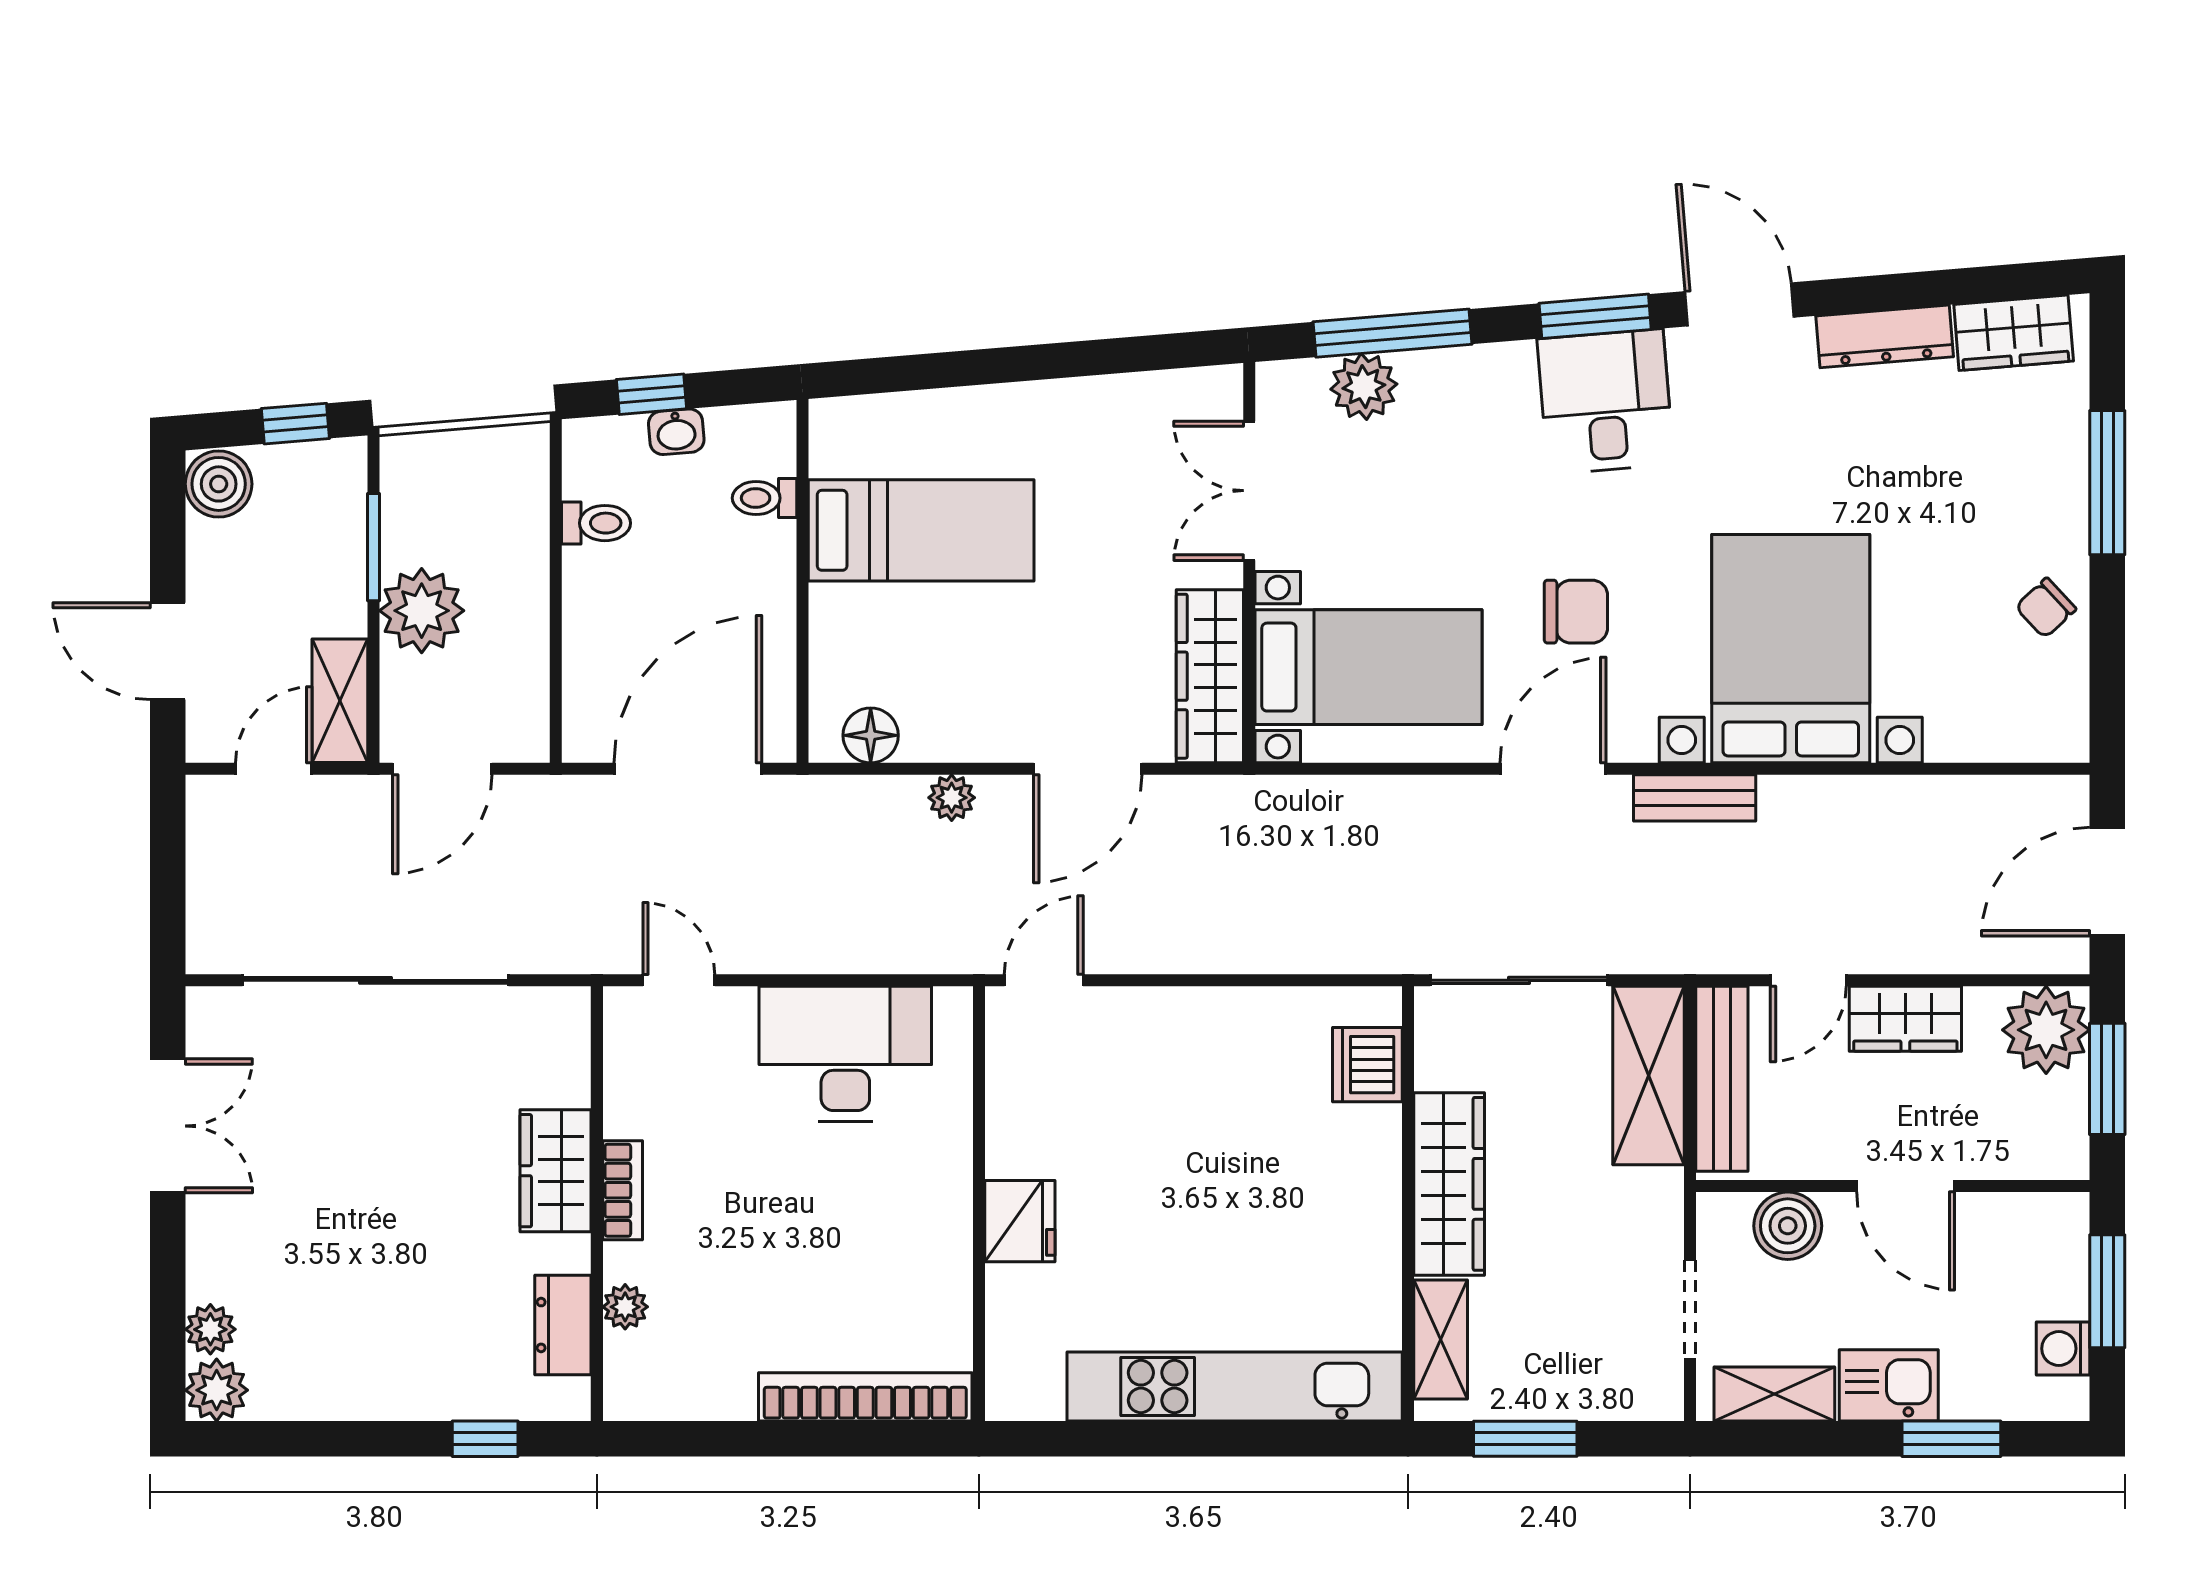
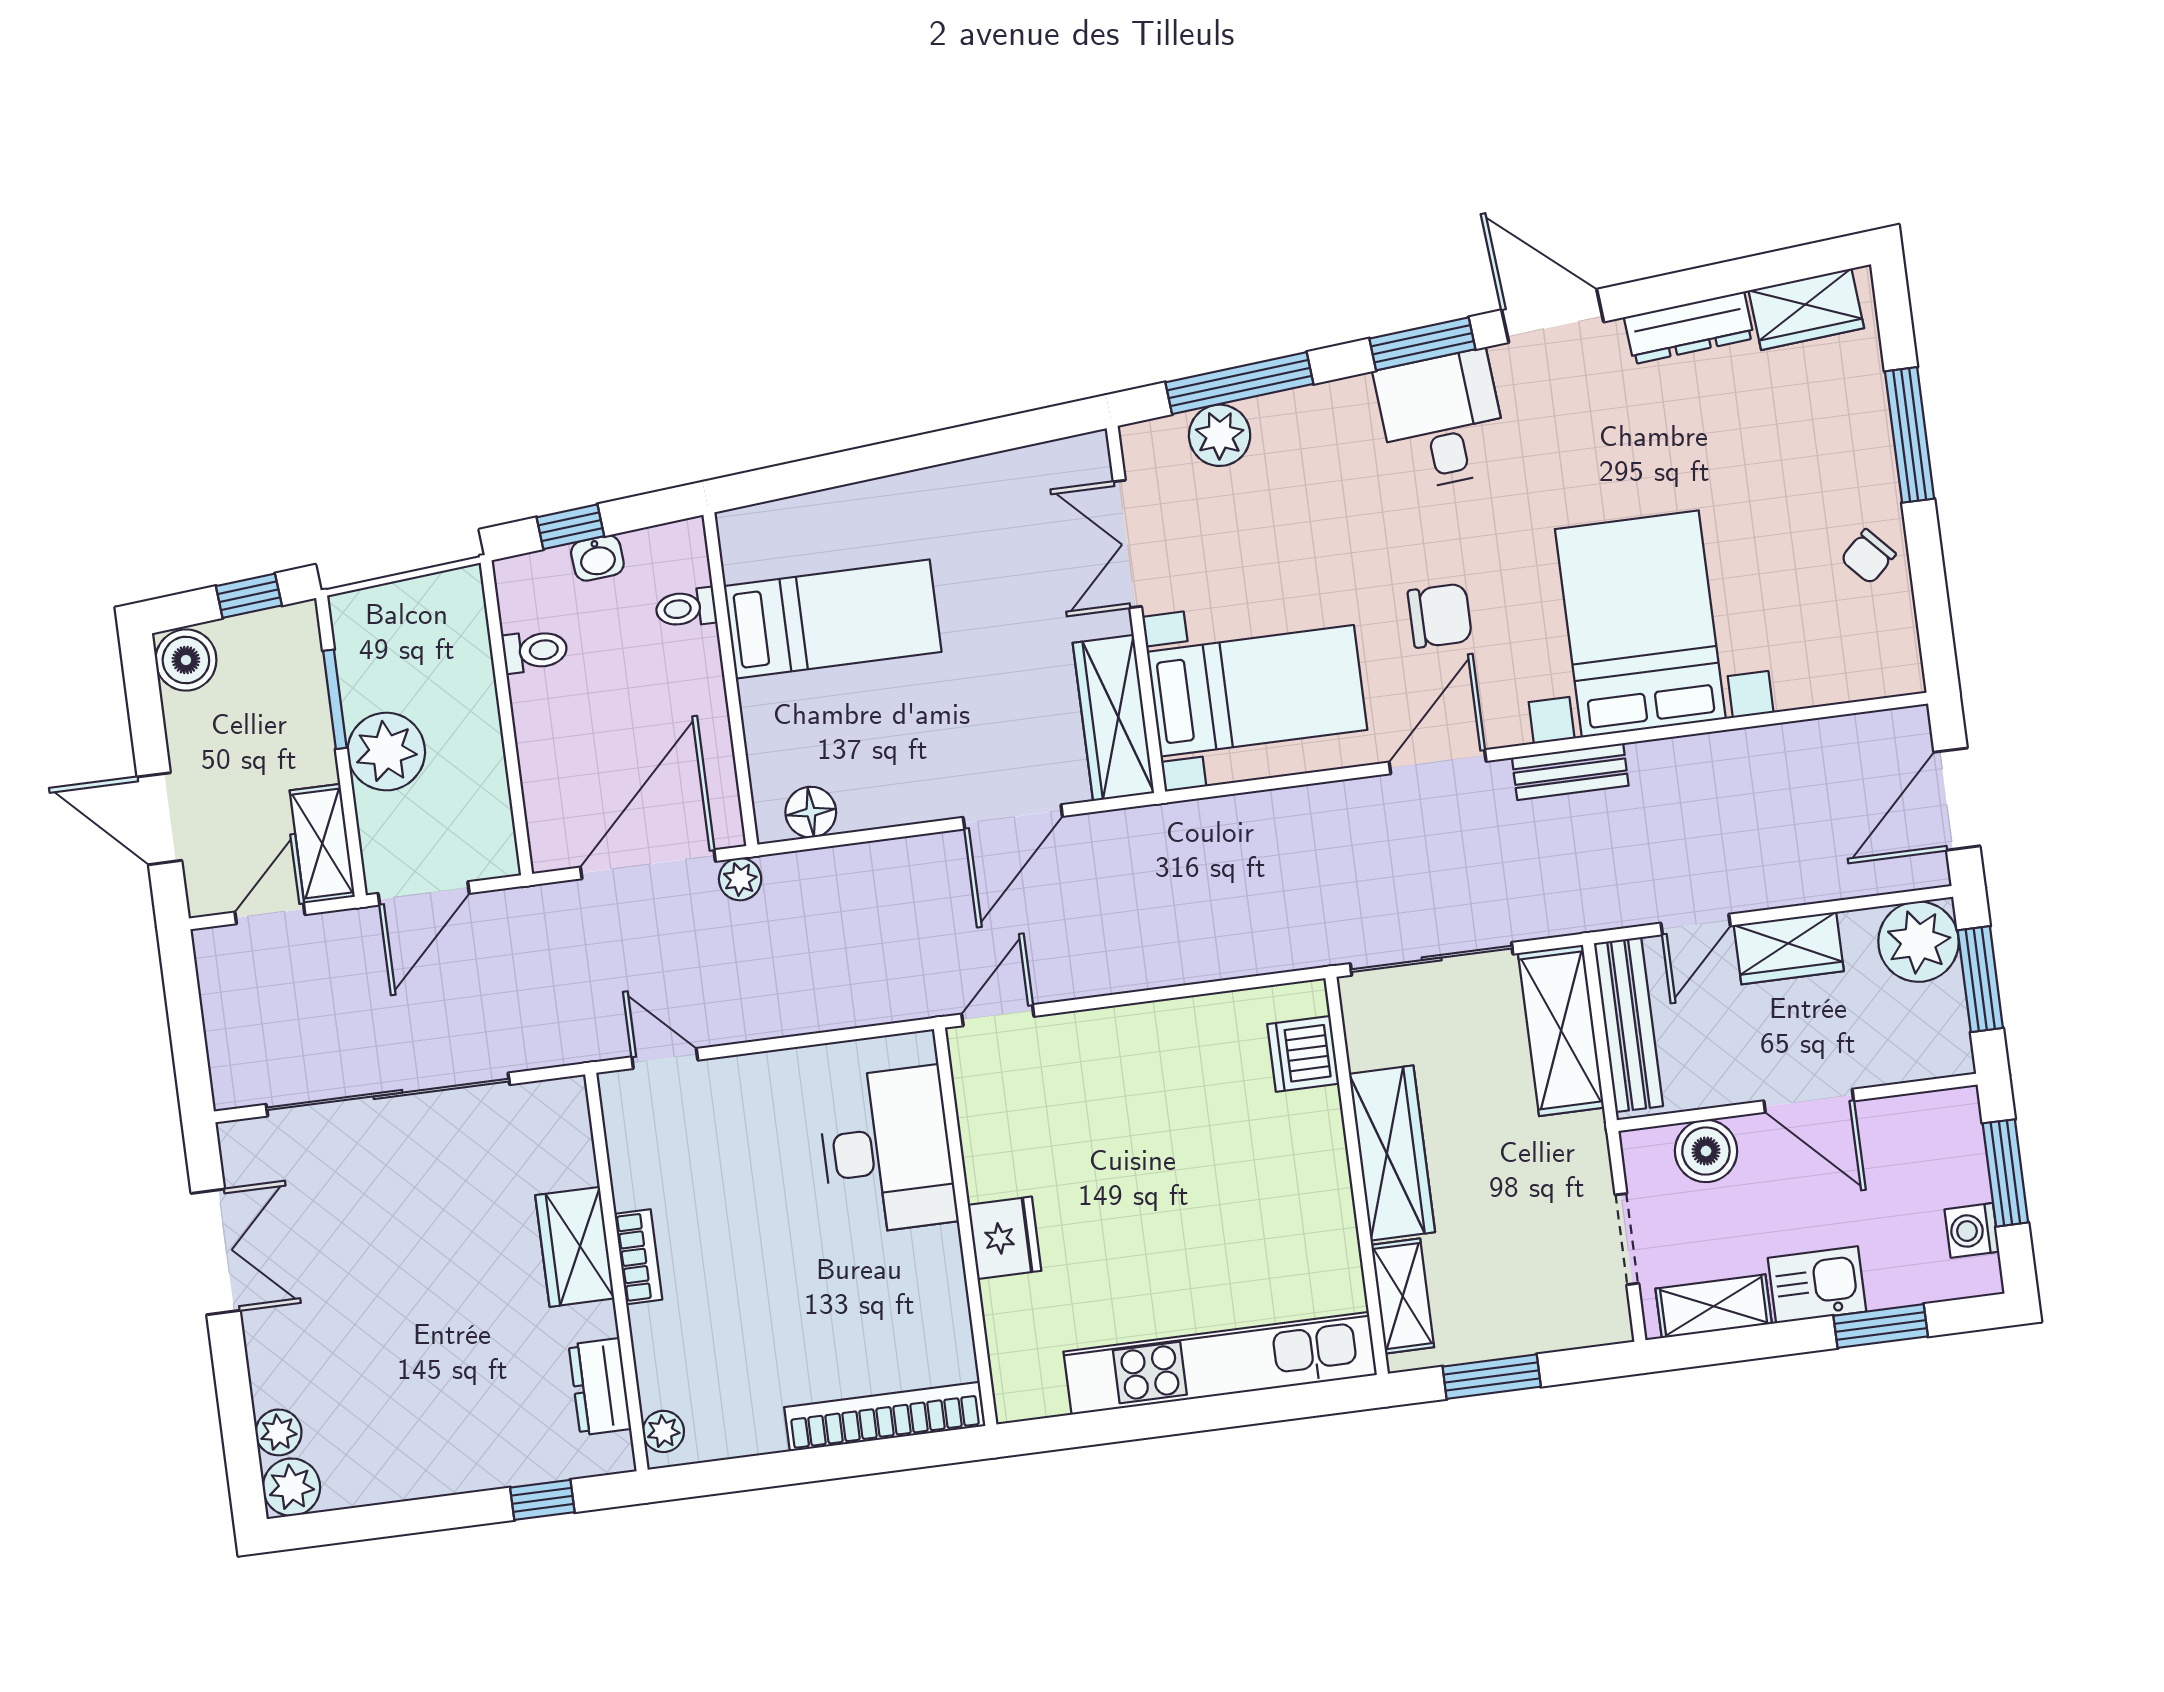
plant: (952, 798) -> (740, 879), moved
desk: (845, 1054) -> (887, 1151), moved, turned 90
plant: (625, 1307) -> (663, 1431), moved

